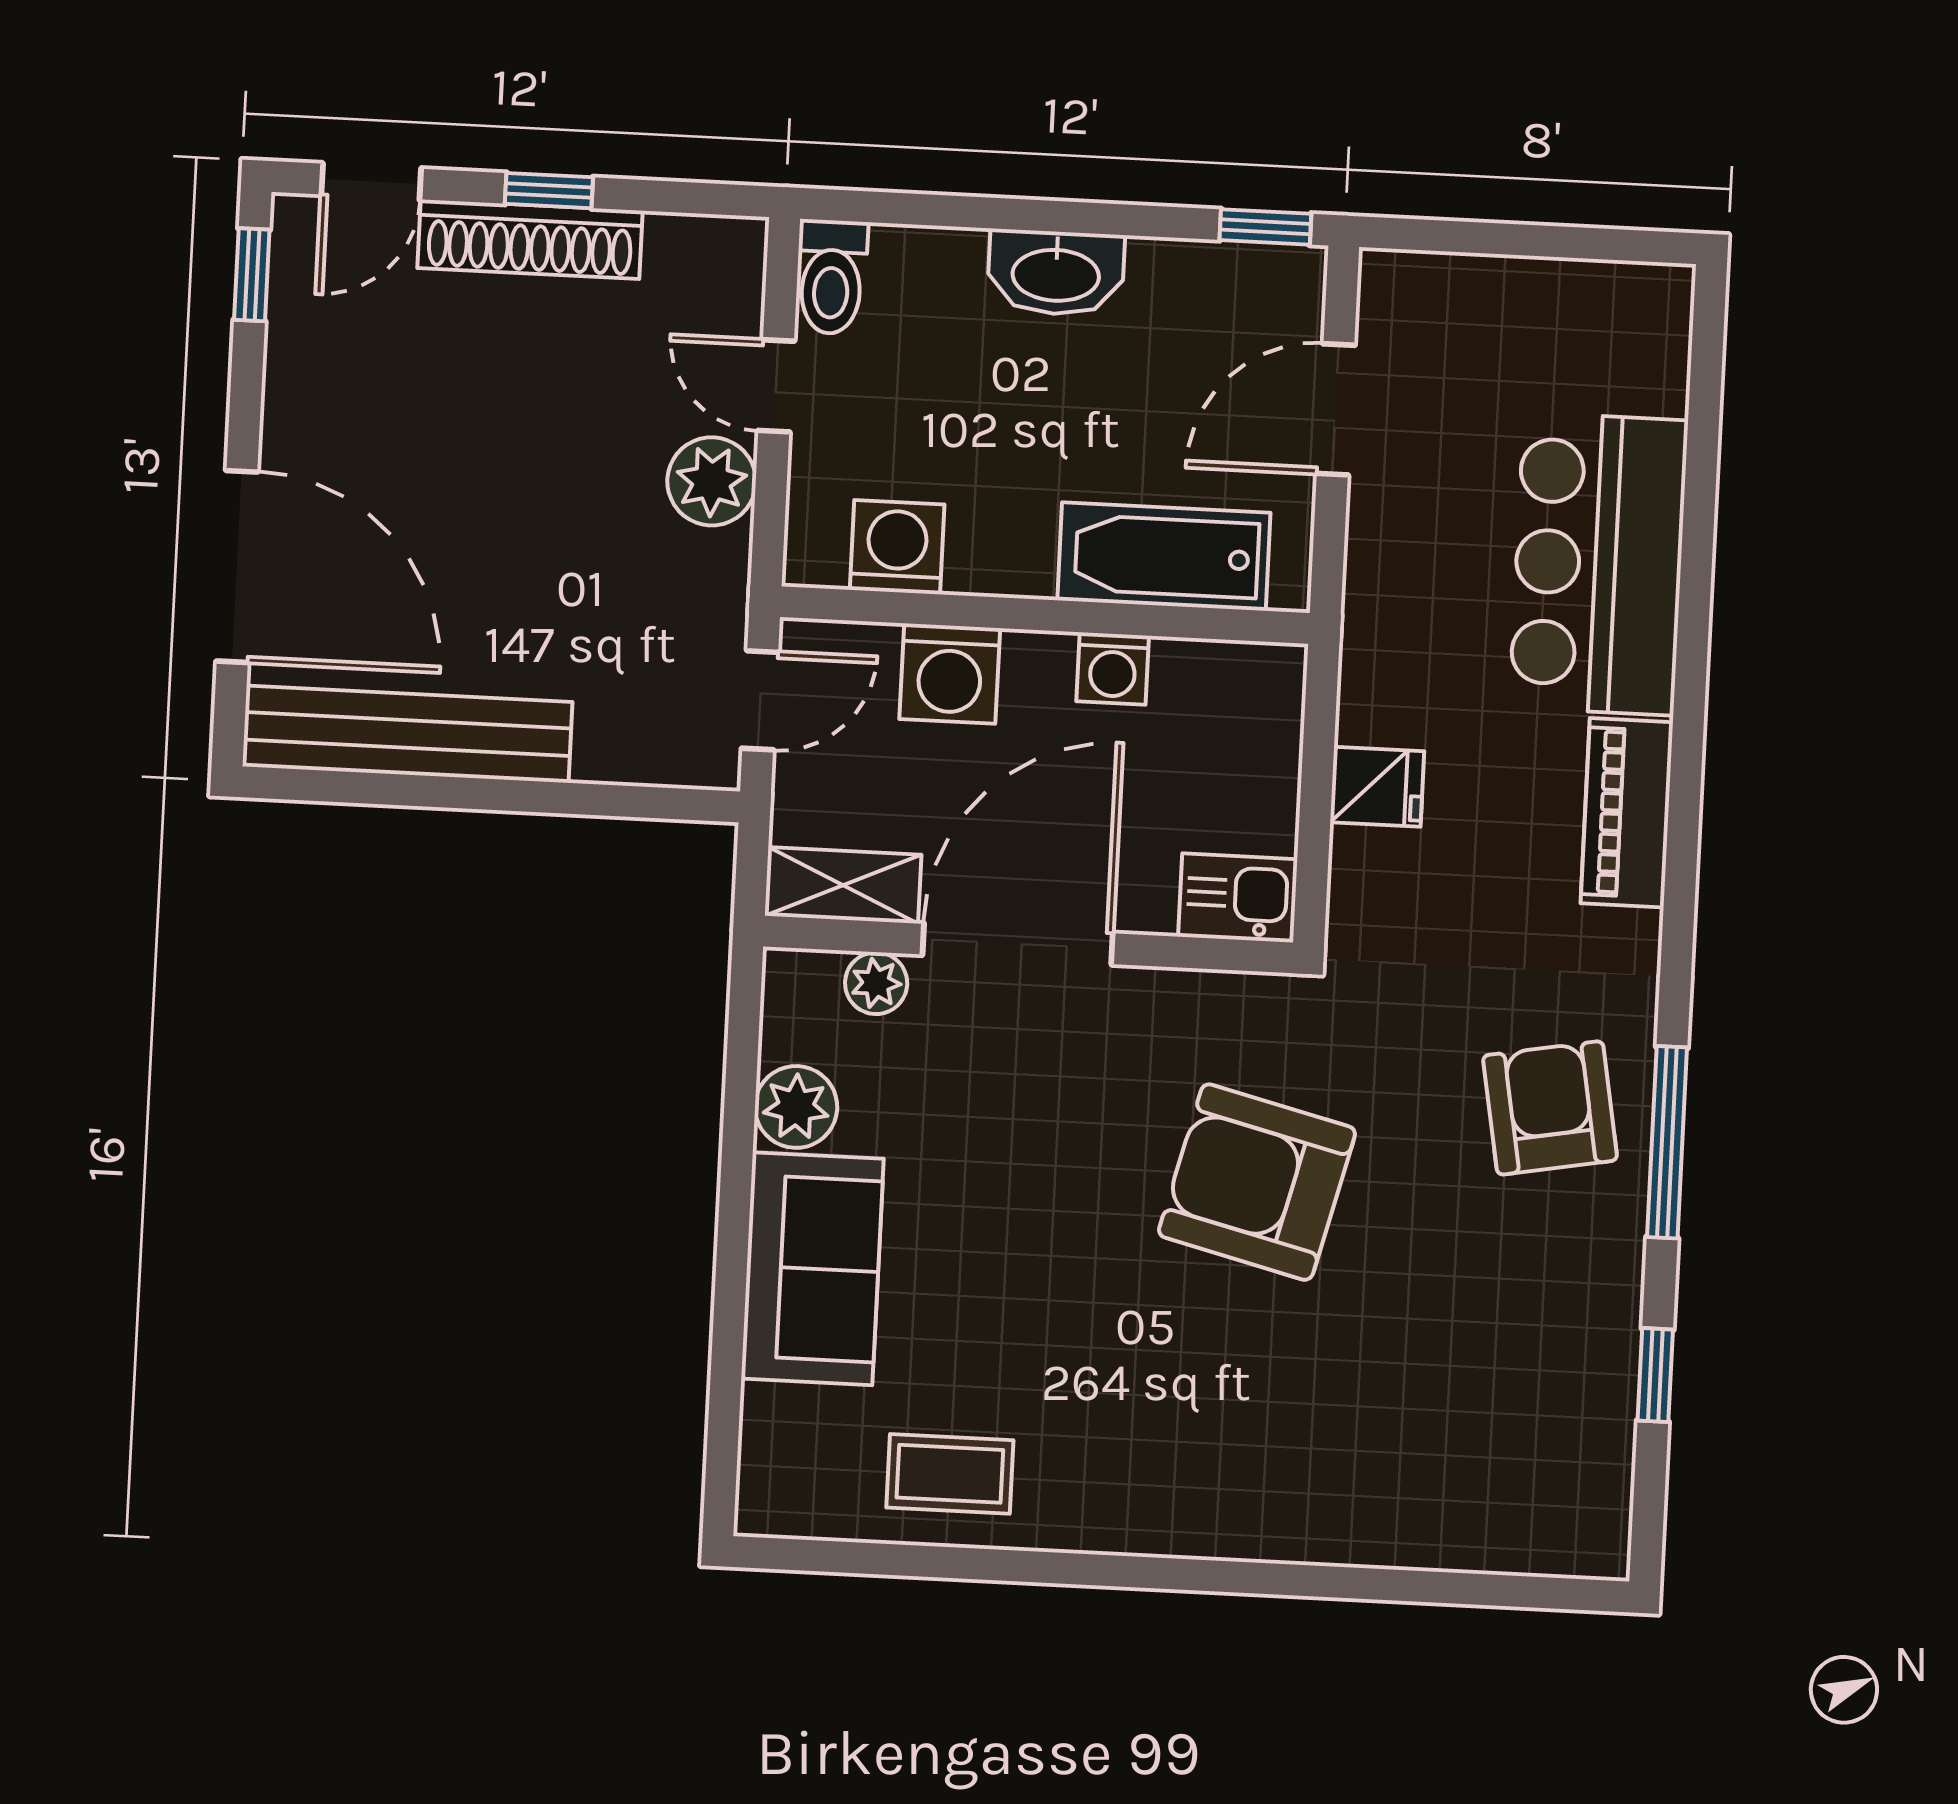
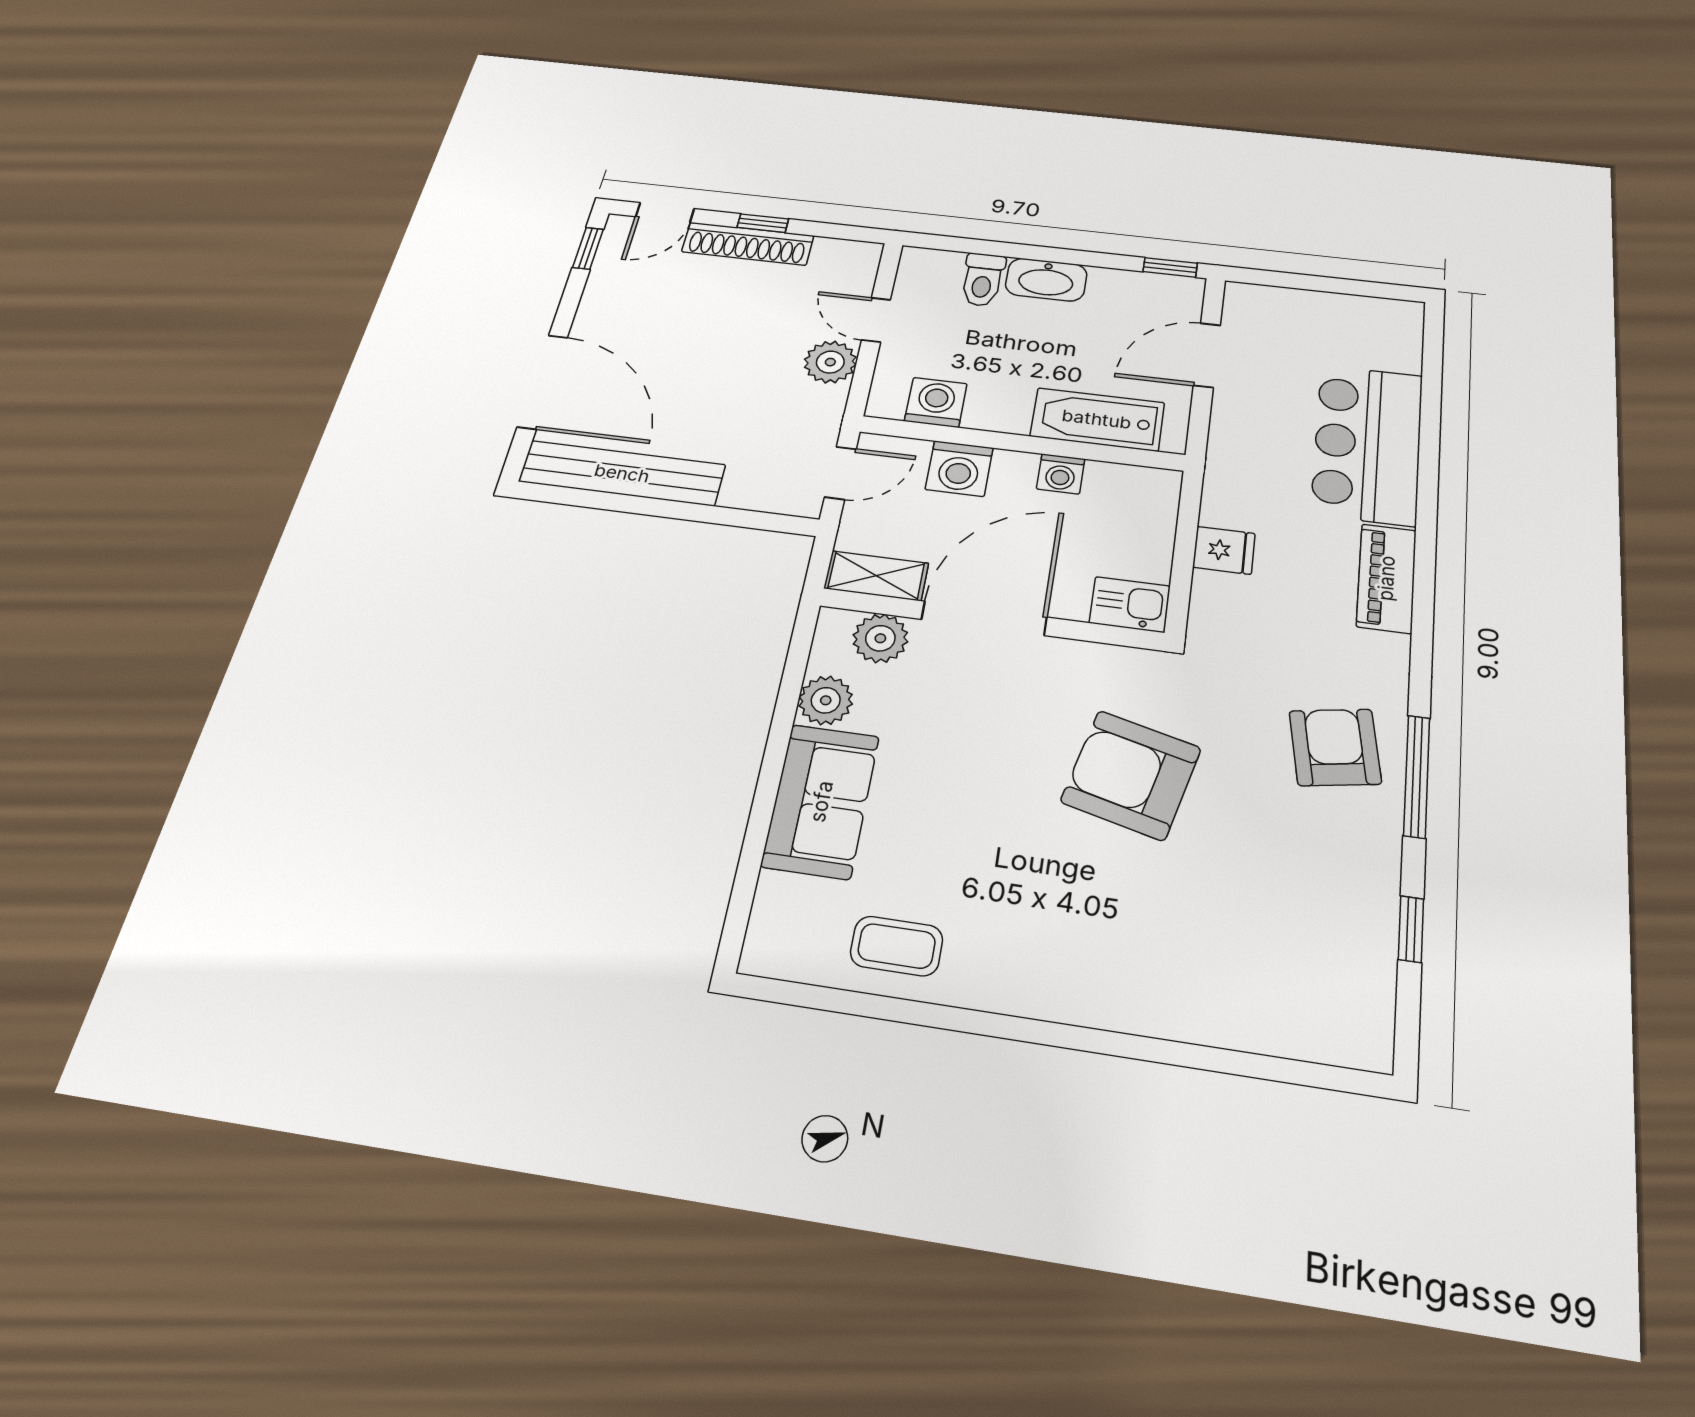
toilet: (831, 277) -> (983, 280), moved
plant: (876, 983) -> (880, 638), width x1.38, depth x1.38

